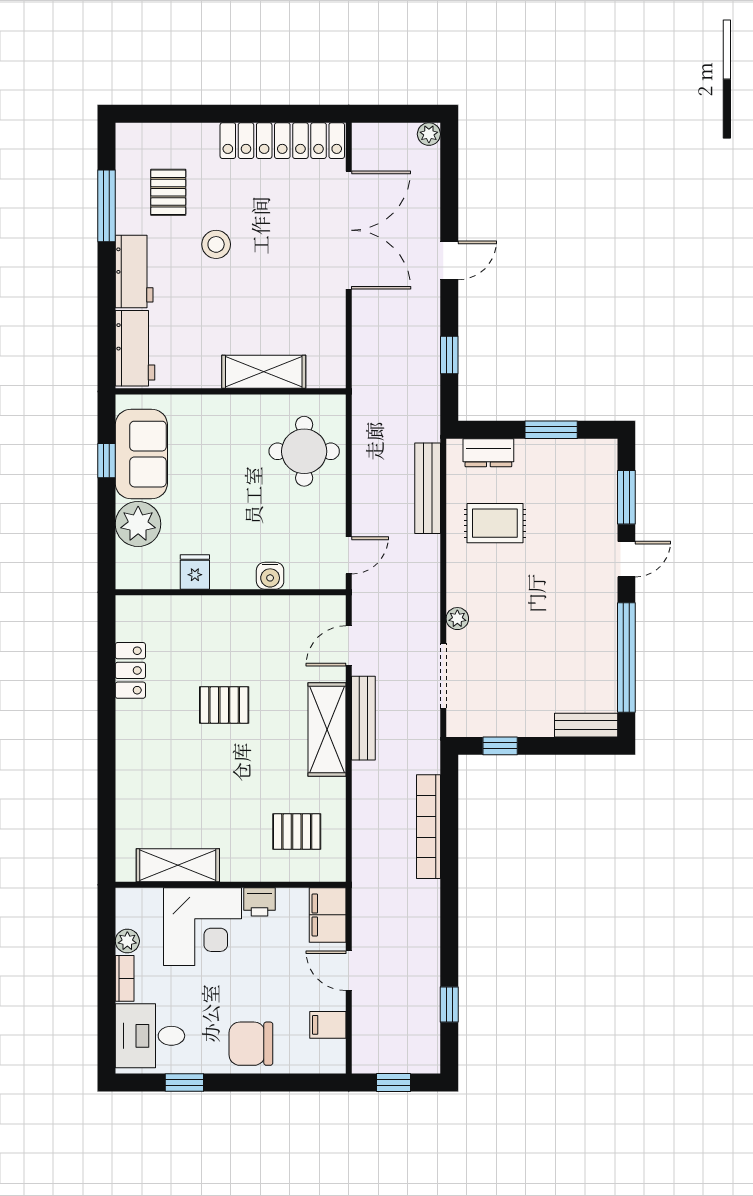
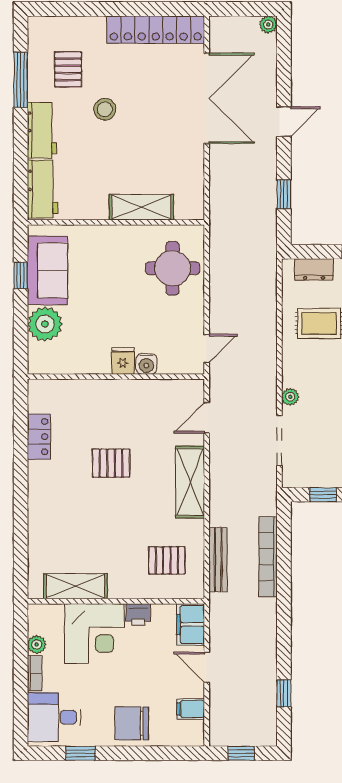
bench: (428, 488) -> (267, 297), removed
fridge: (195, 572) -> (123, 361), moved
bench: (363, 718) -> (218, 560), moved

